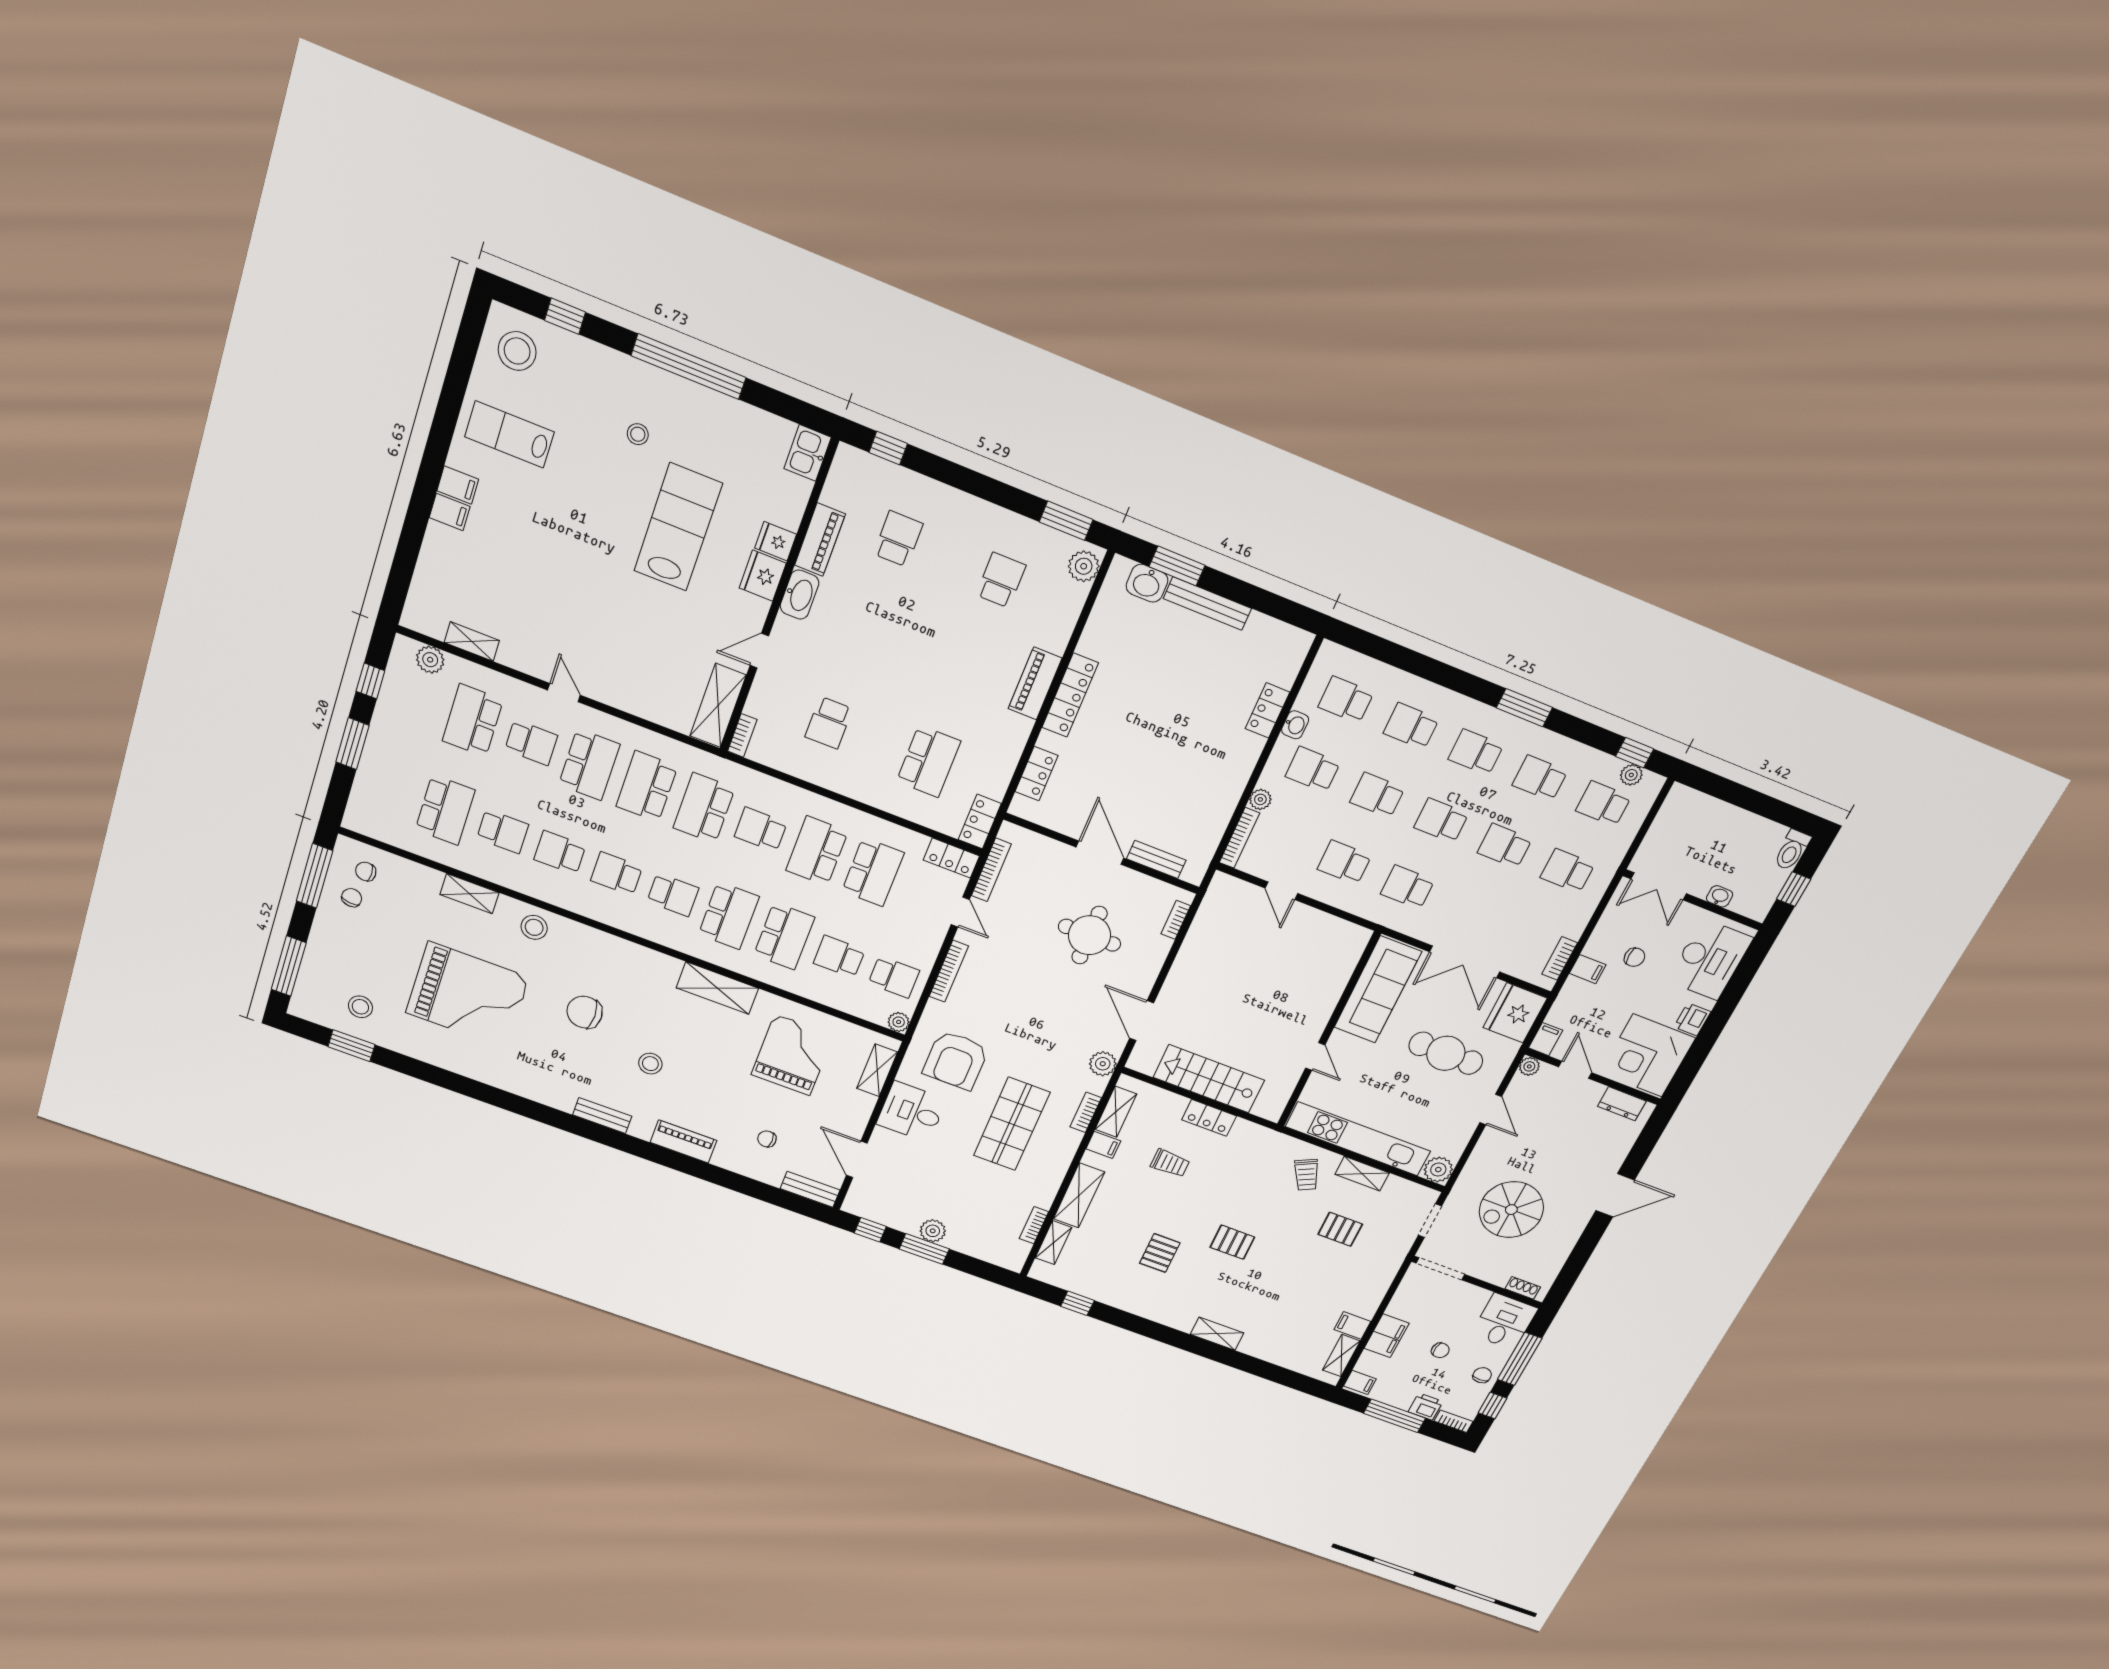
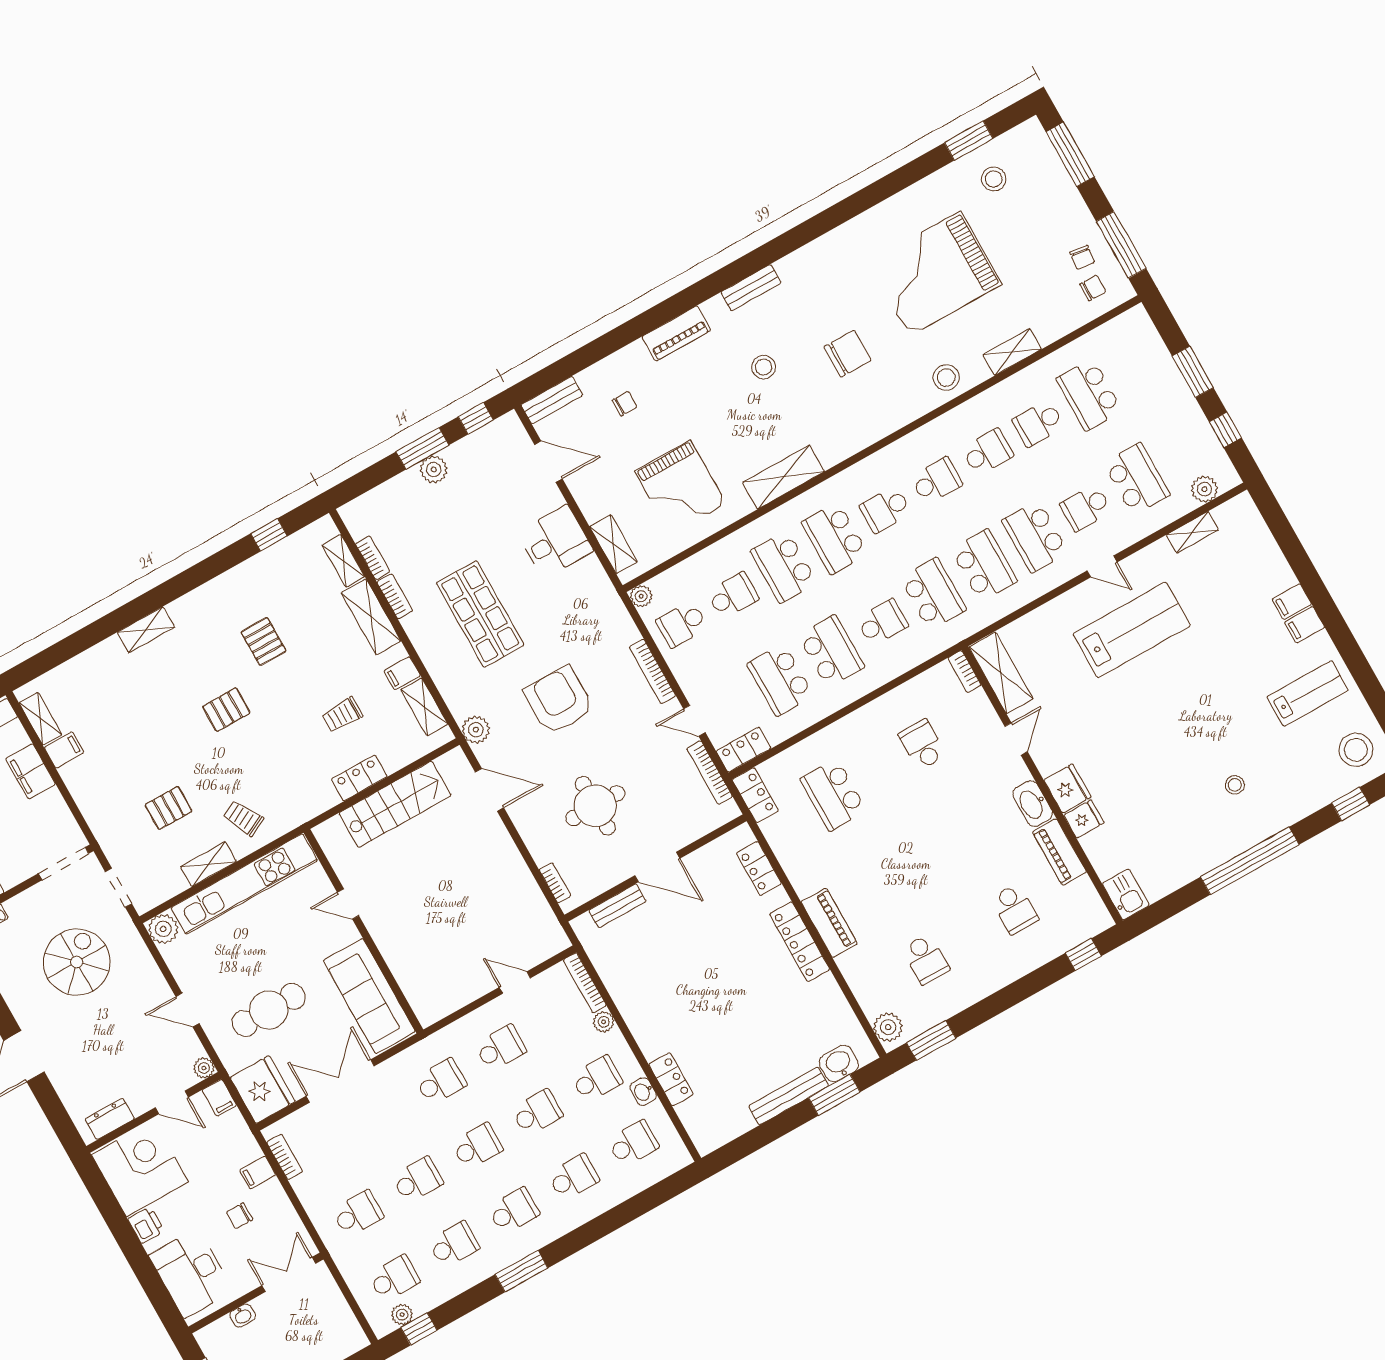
lab bench: (678, 527) -> (1132, 630), moved, turned -90
armchair: (956, 1060) -> (559, 700), moved
bookcase: (1086, 1112) -> (395, 596), moved

